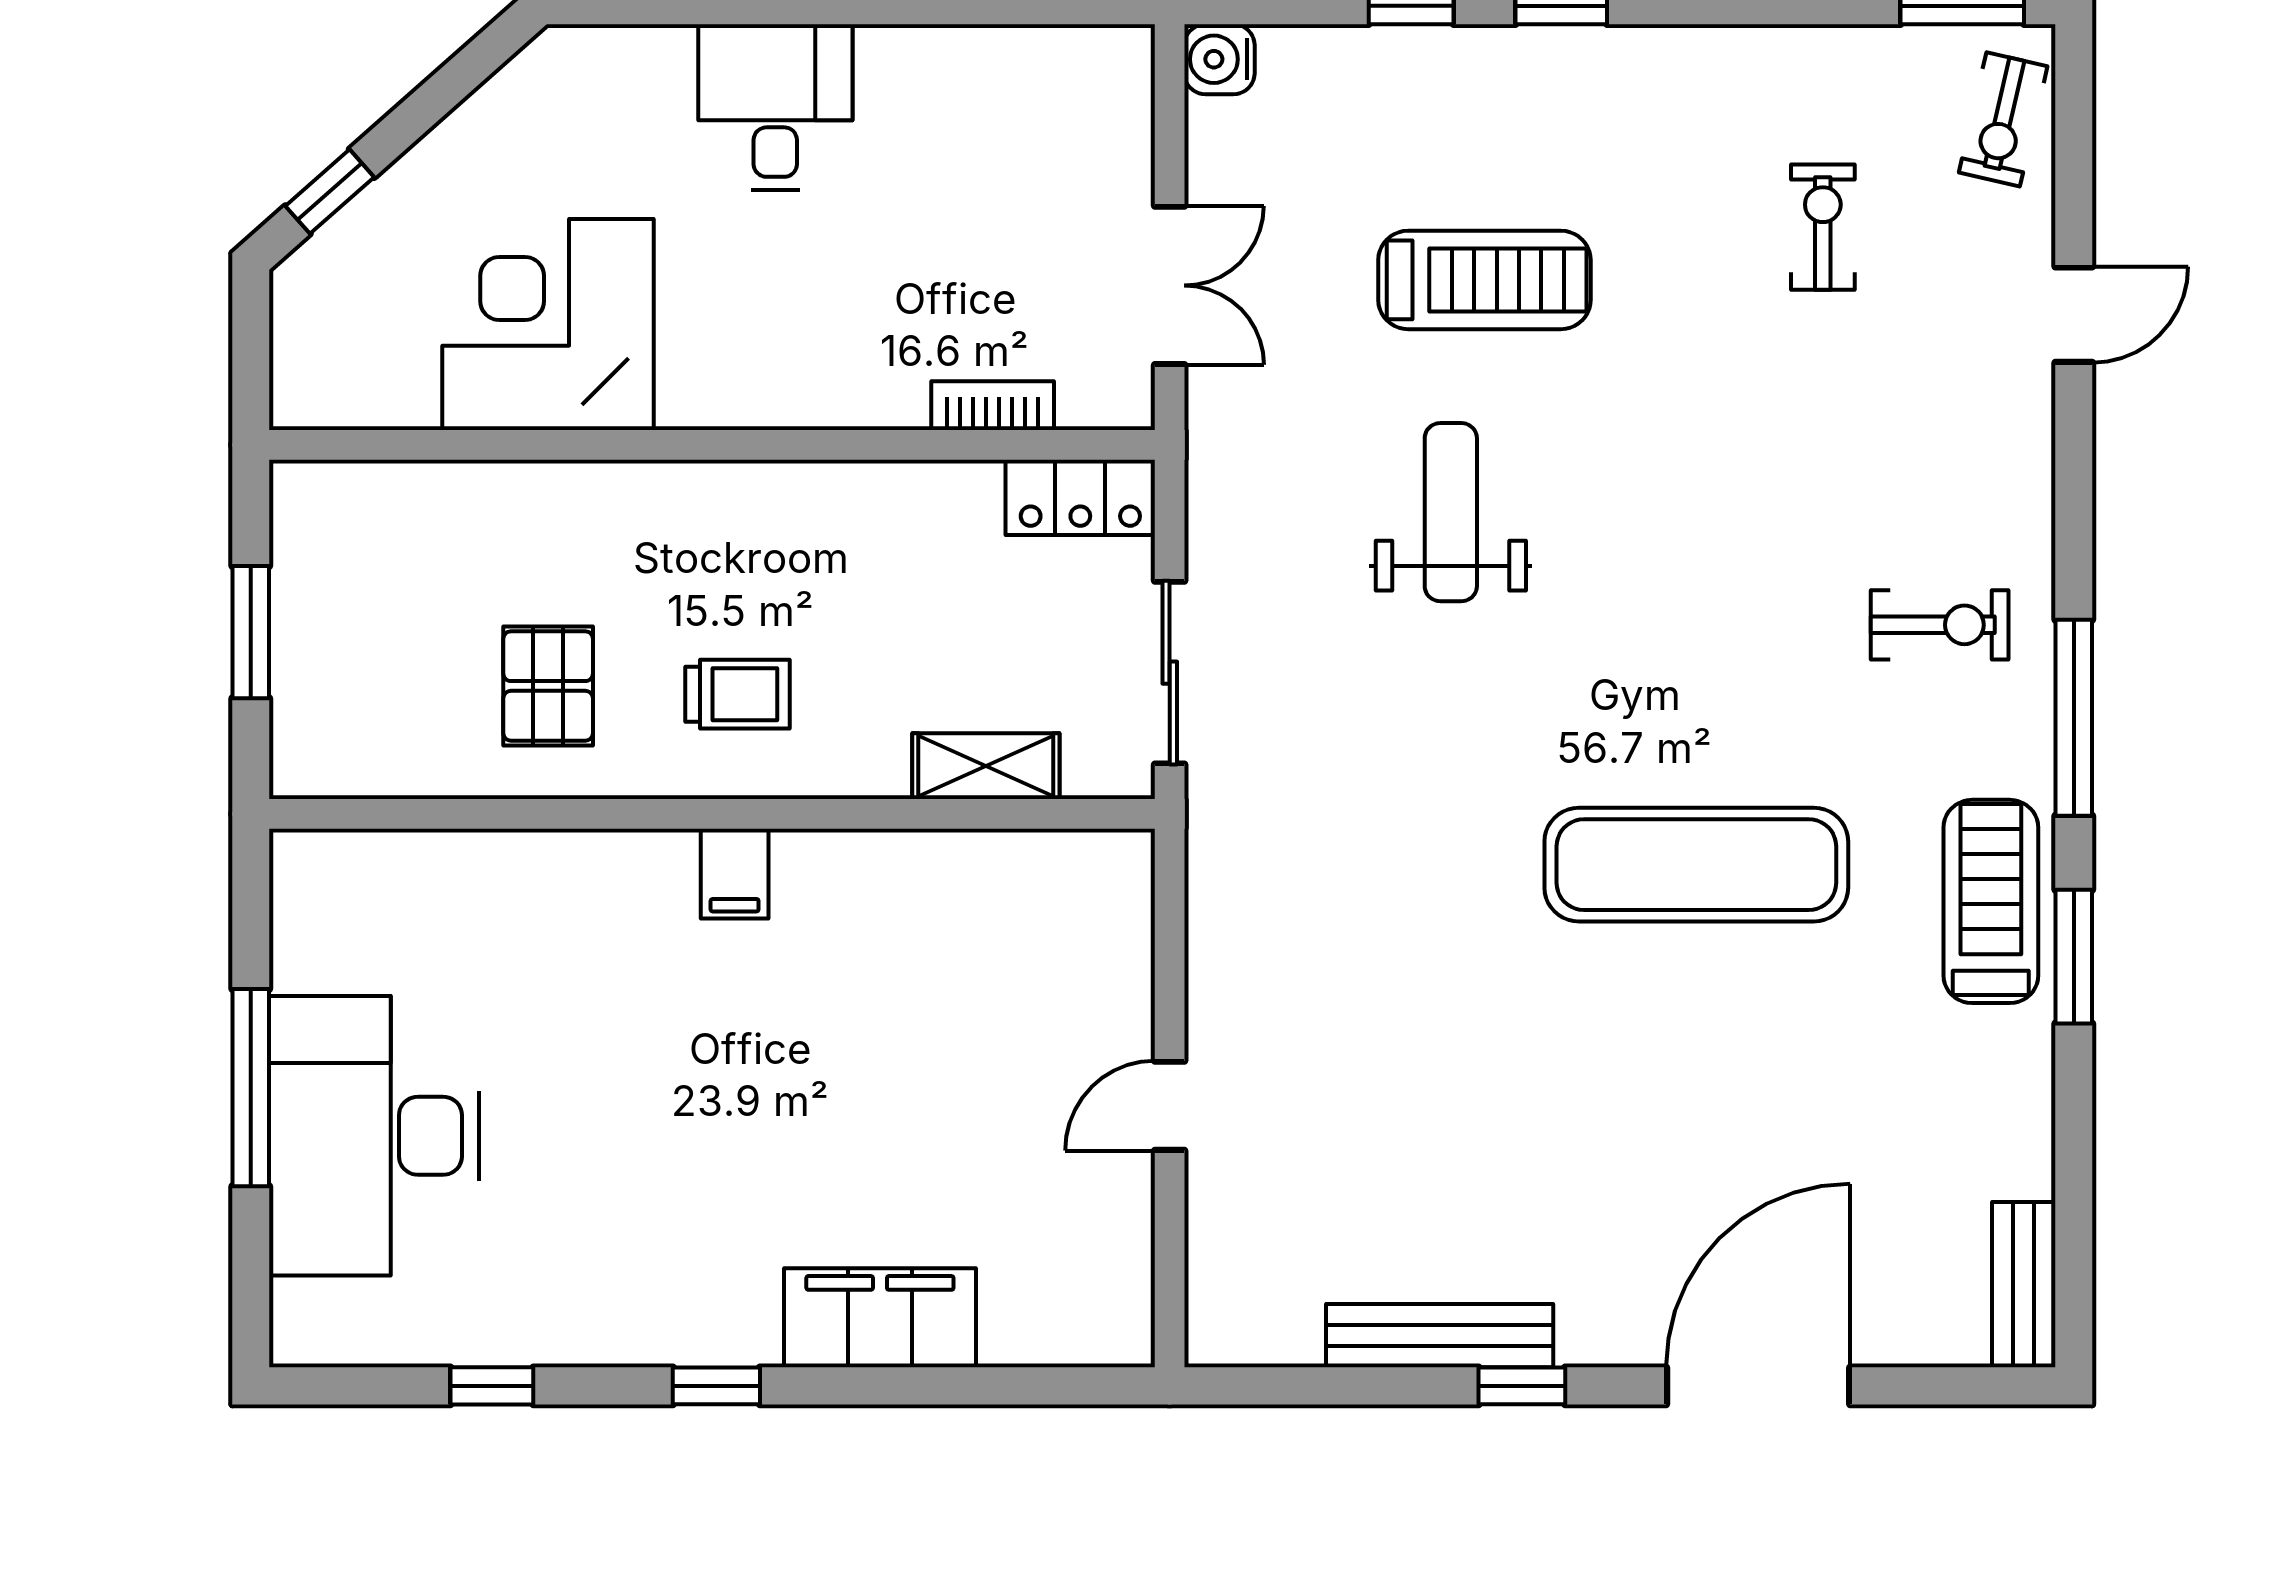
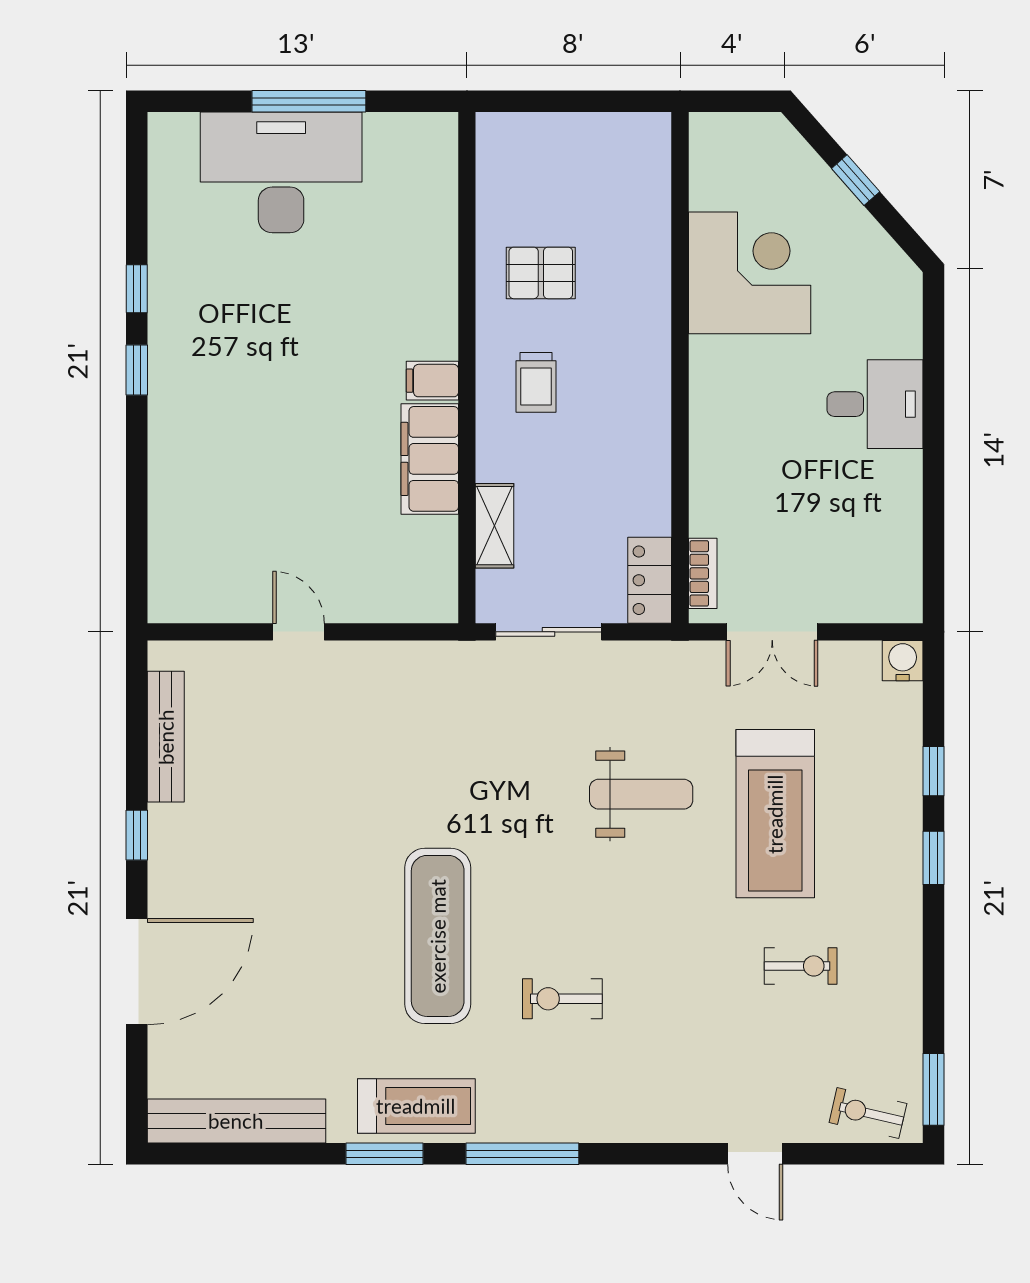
window: (330, 192) -> (856, 180), moved
exercise bike: (1823, 227) -> (801, 966), moved
treadmill: (1484, 280) -> (775, 814), width x1.37, depth x1.38
bookcase: (993, 406) -> (703, 573), moved
exercise bike: (1940, 625) -> (562, 999), moved, turned 90
window: (251, 632) -> (572, 101), removed
bench: (2024, 1285) -> (236, 1121), width x1.86, depth x1.21
filing cabinet: (880, 1318) -> (430, 459), moved, turned 180
bench: (1440, 1336) -> (166, 737), moved
window: (492, 1386) -> (137, 289), moved
door: (1758, 1386) -> (137, 972), hinge flipped

